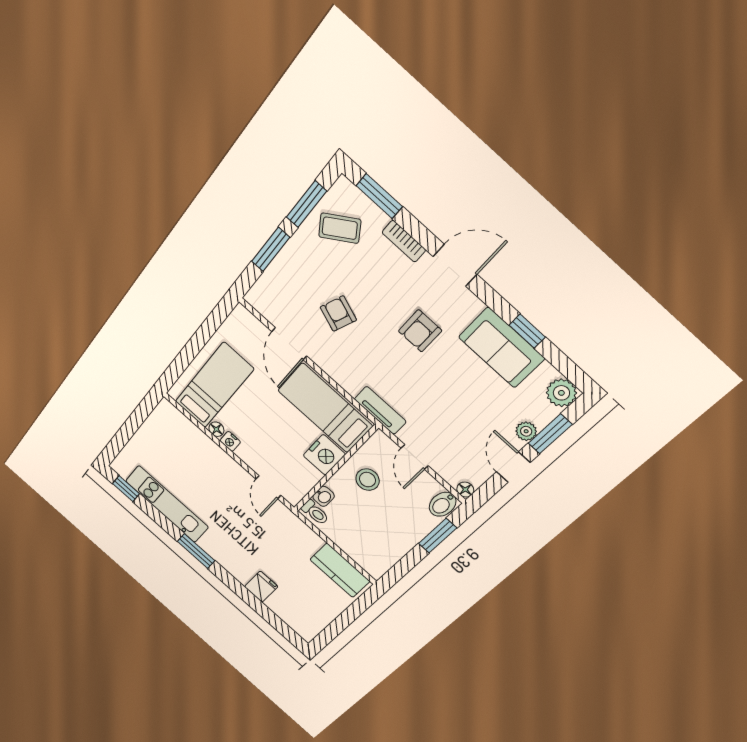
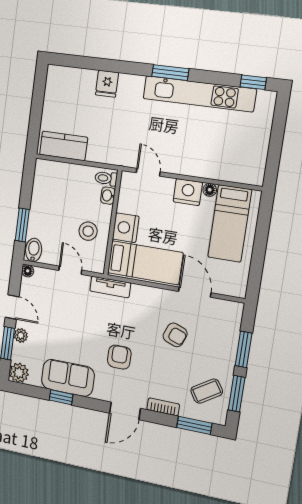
nightstand: (230, 441) -> (188, 192), width x1.89, depth x1.79
kitchen unit: (167, 504) -> (199, 94), width x1.36

